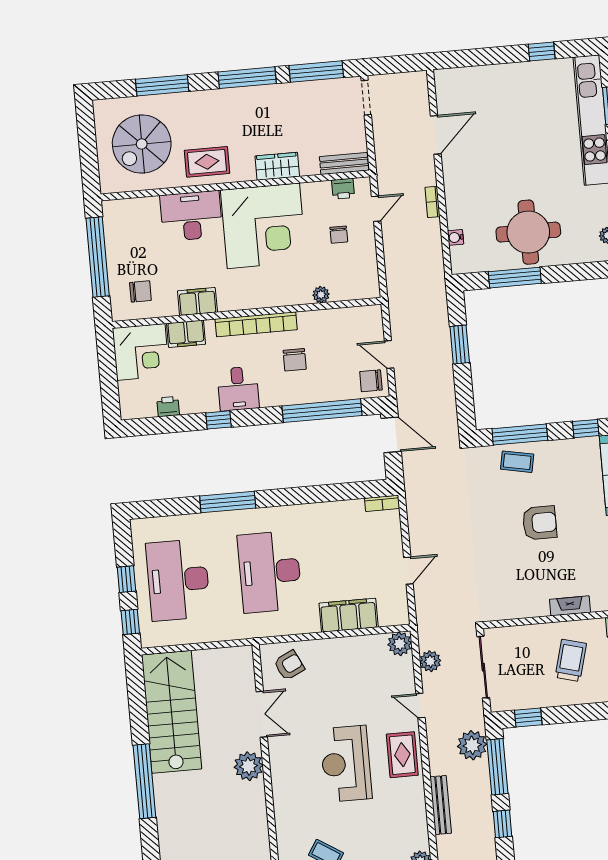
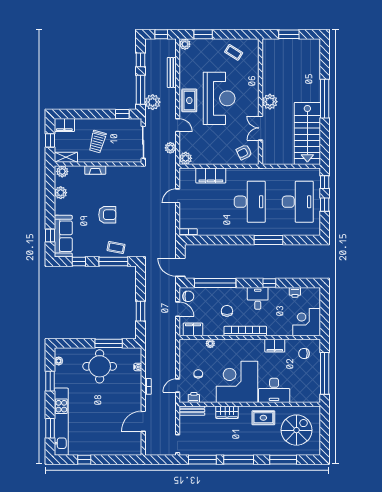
filing cabinet: (186, 334) -> (193, 329), moved
armchair: (540, 523) -> (107, 215), turned 180
reception desk: (346, 764) -> (219, 98), width x1.36, depth x1.30

